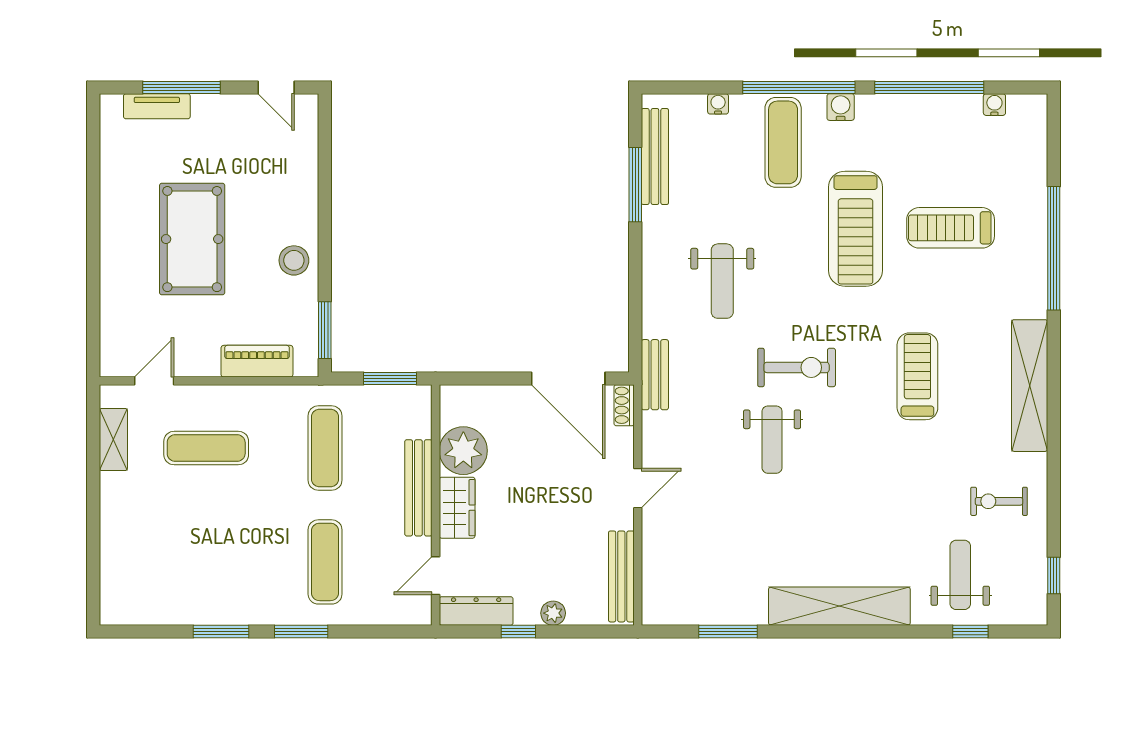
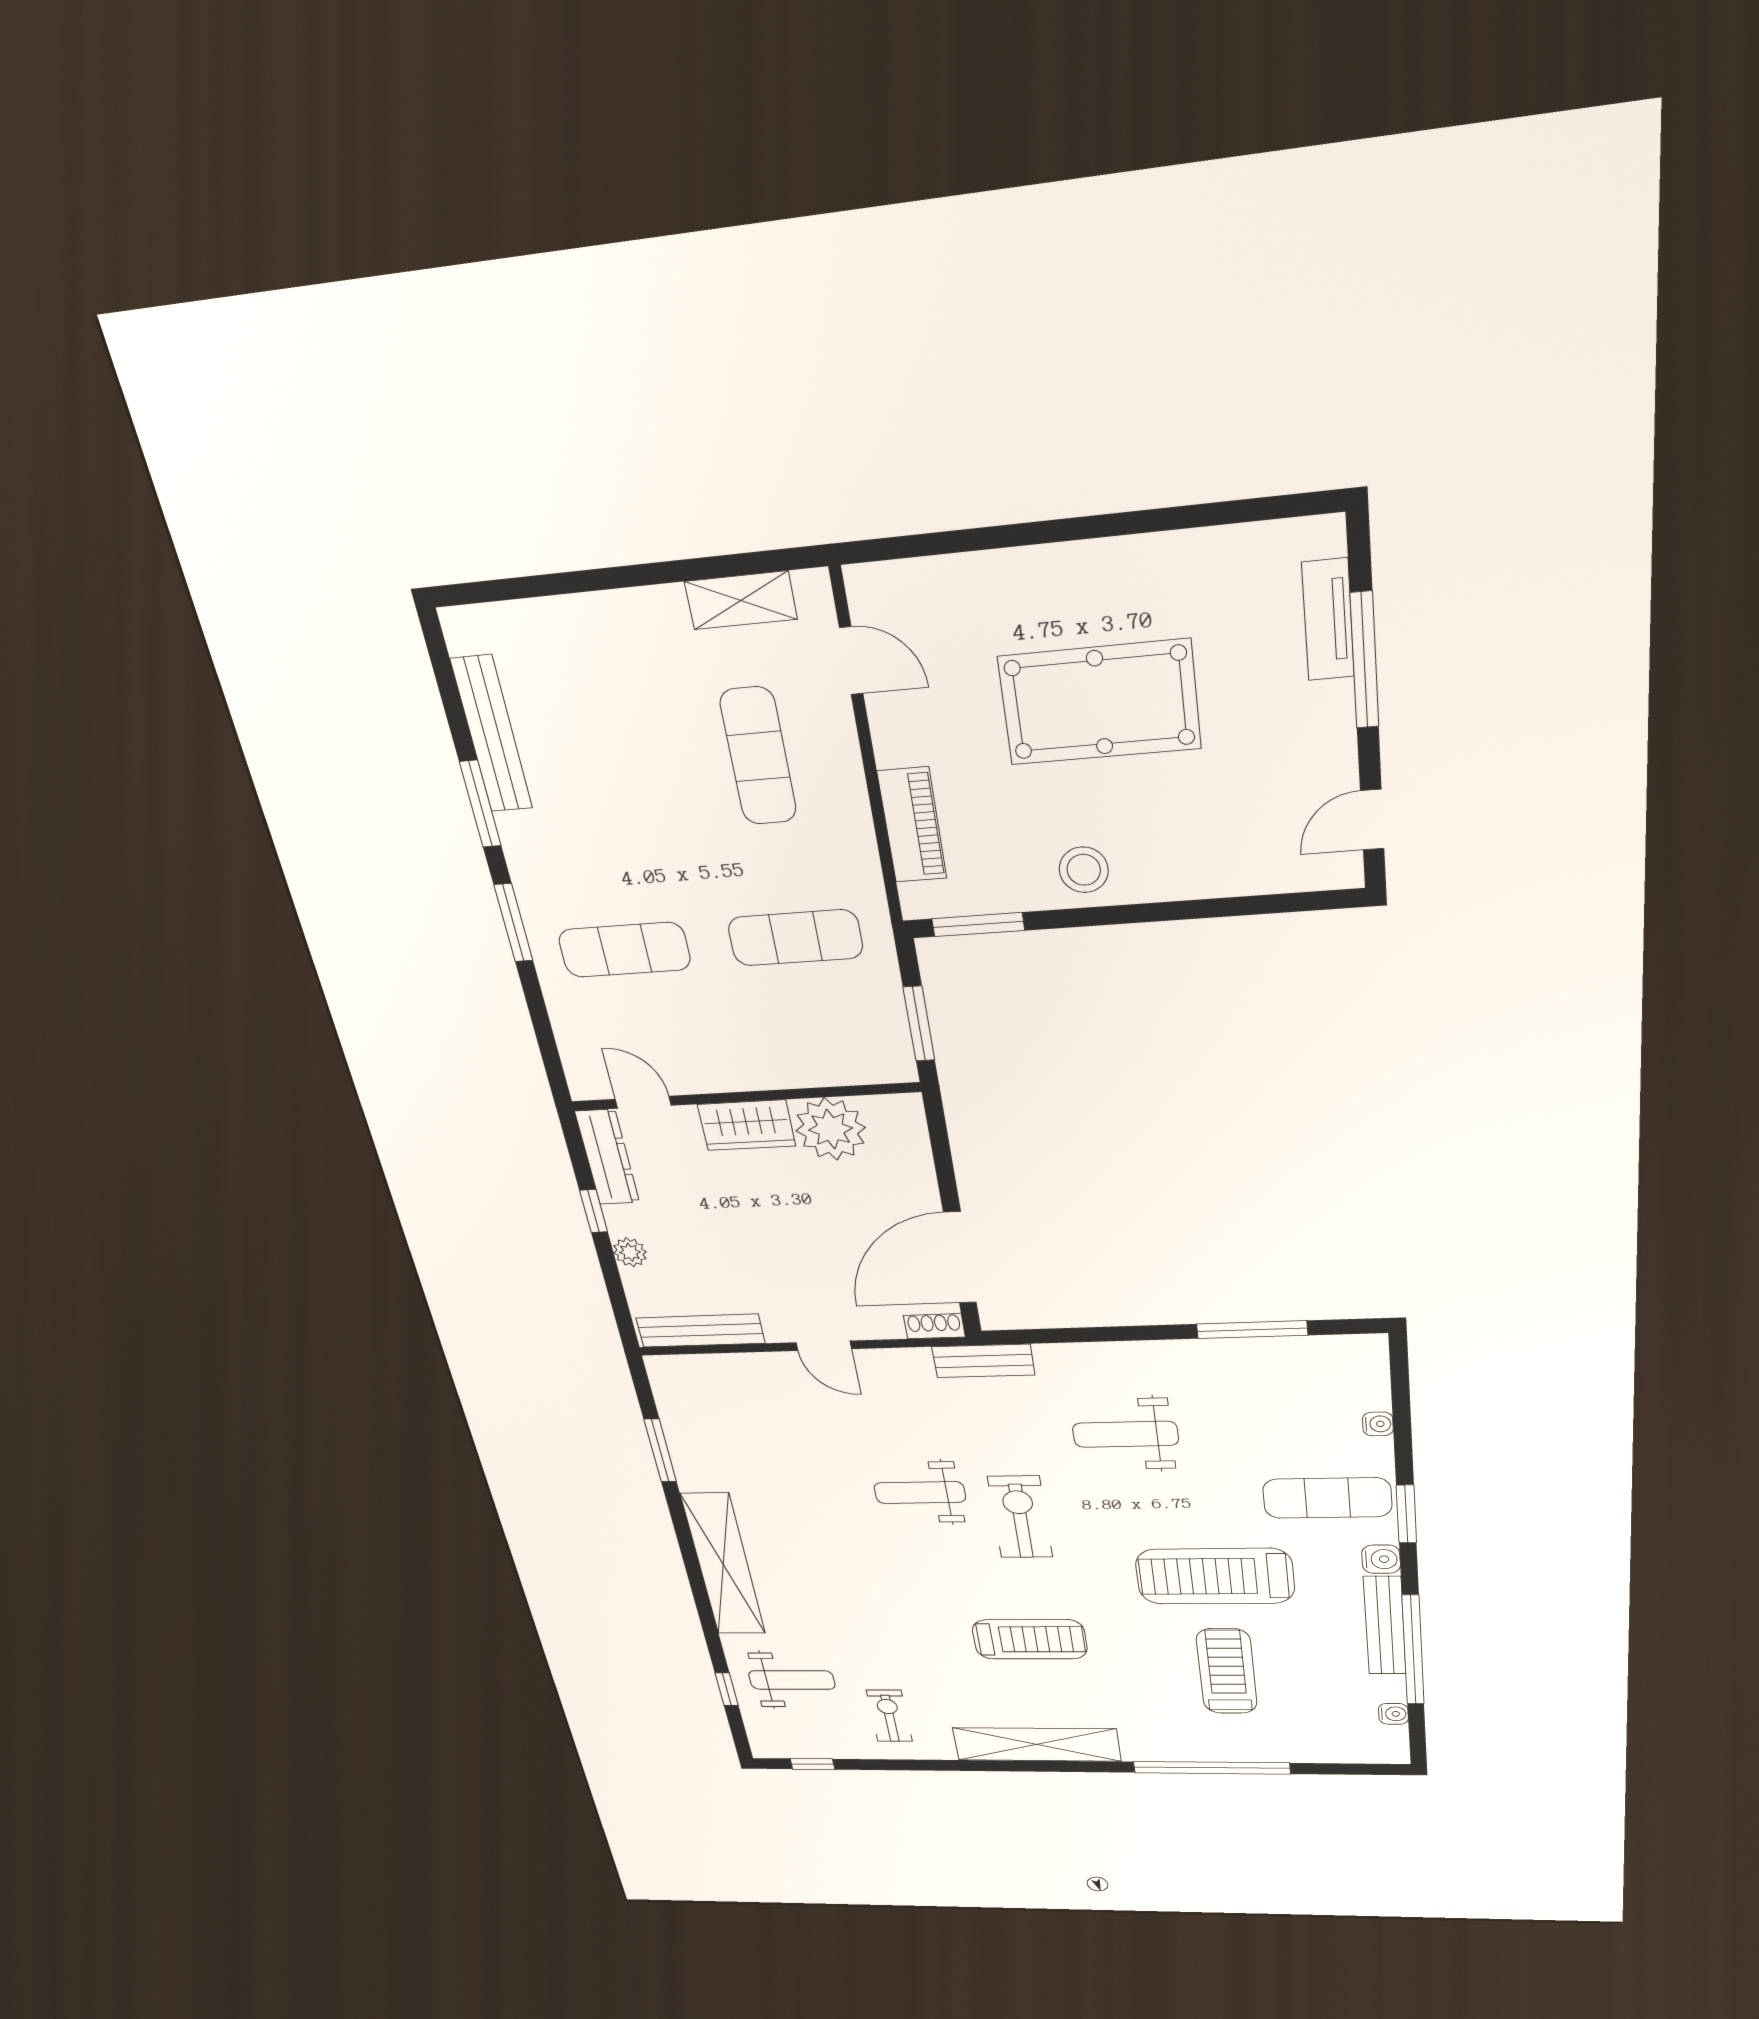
window: (799, 87) -> (1406, 1514), width x0.47
bench: (655, 157) -> (1385, 1626), moved, turned 90
exercise bike: (797, 367) -> (1020, 1517), turned 180
bench: (418, 488) -> (492, 734), moved, turned 90

